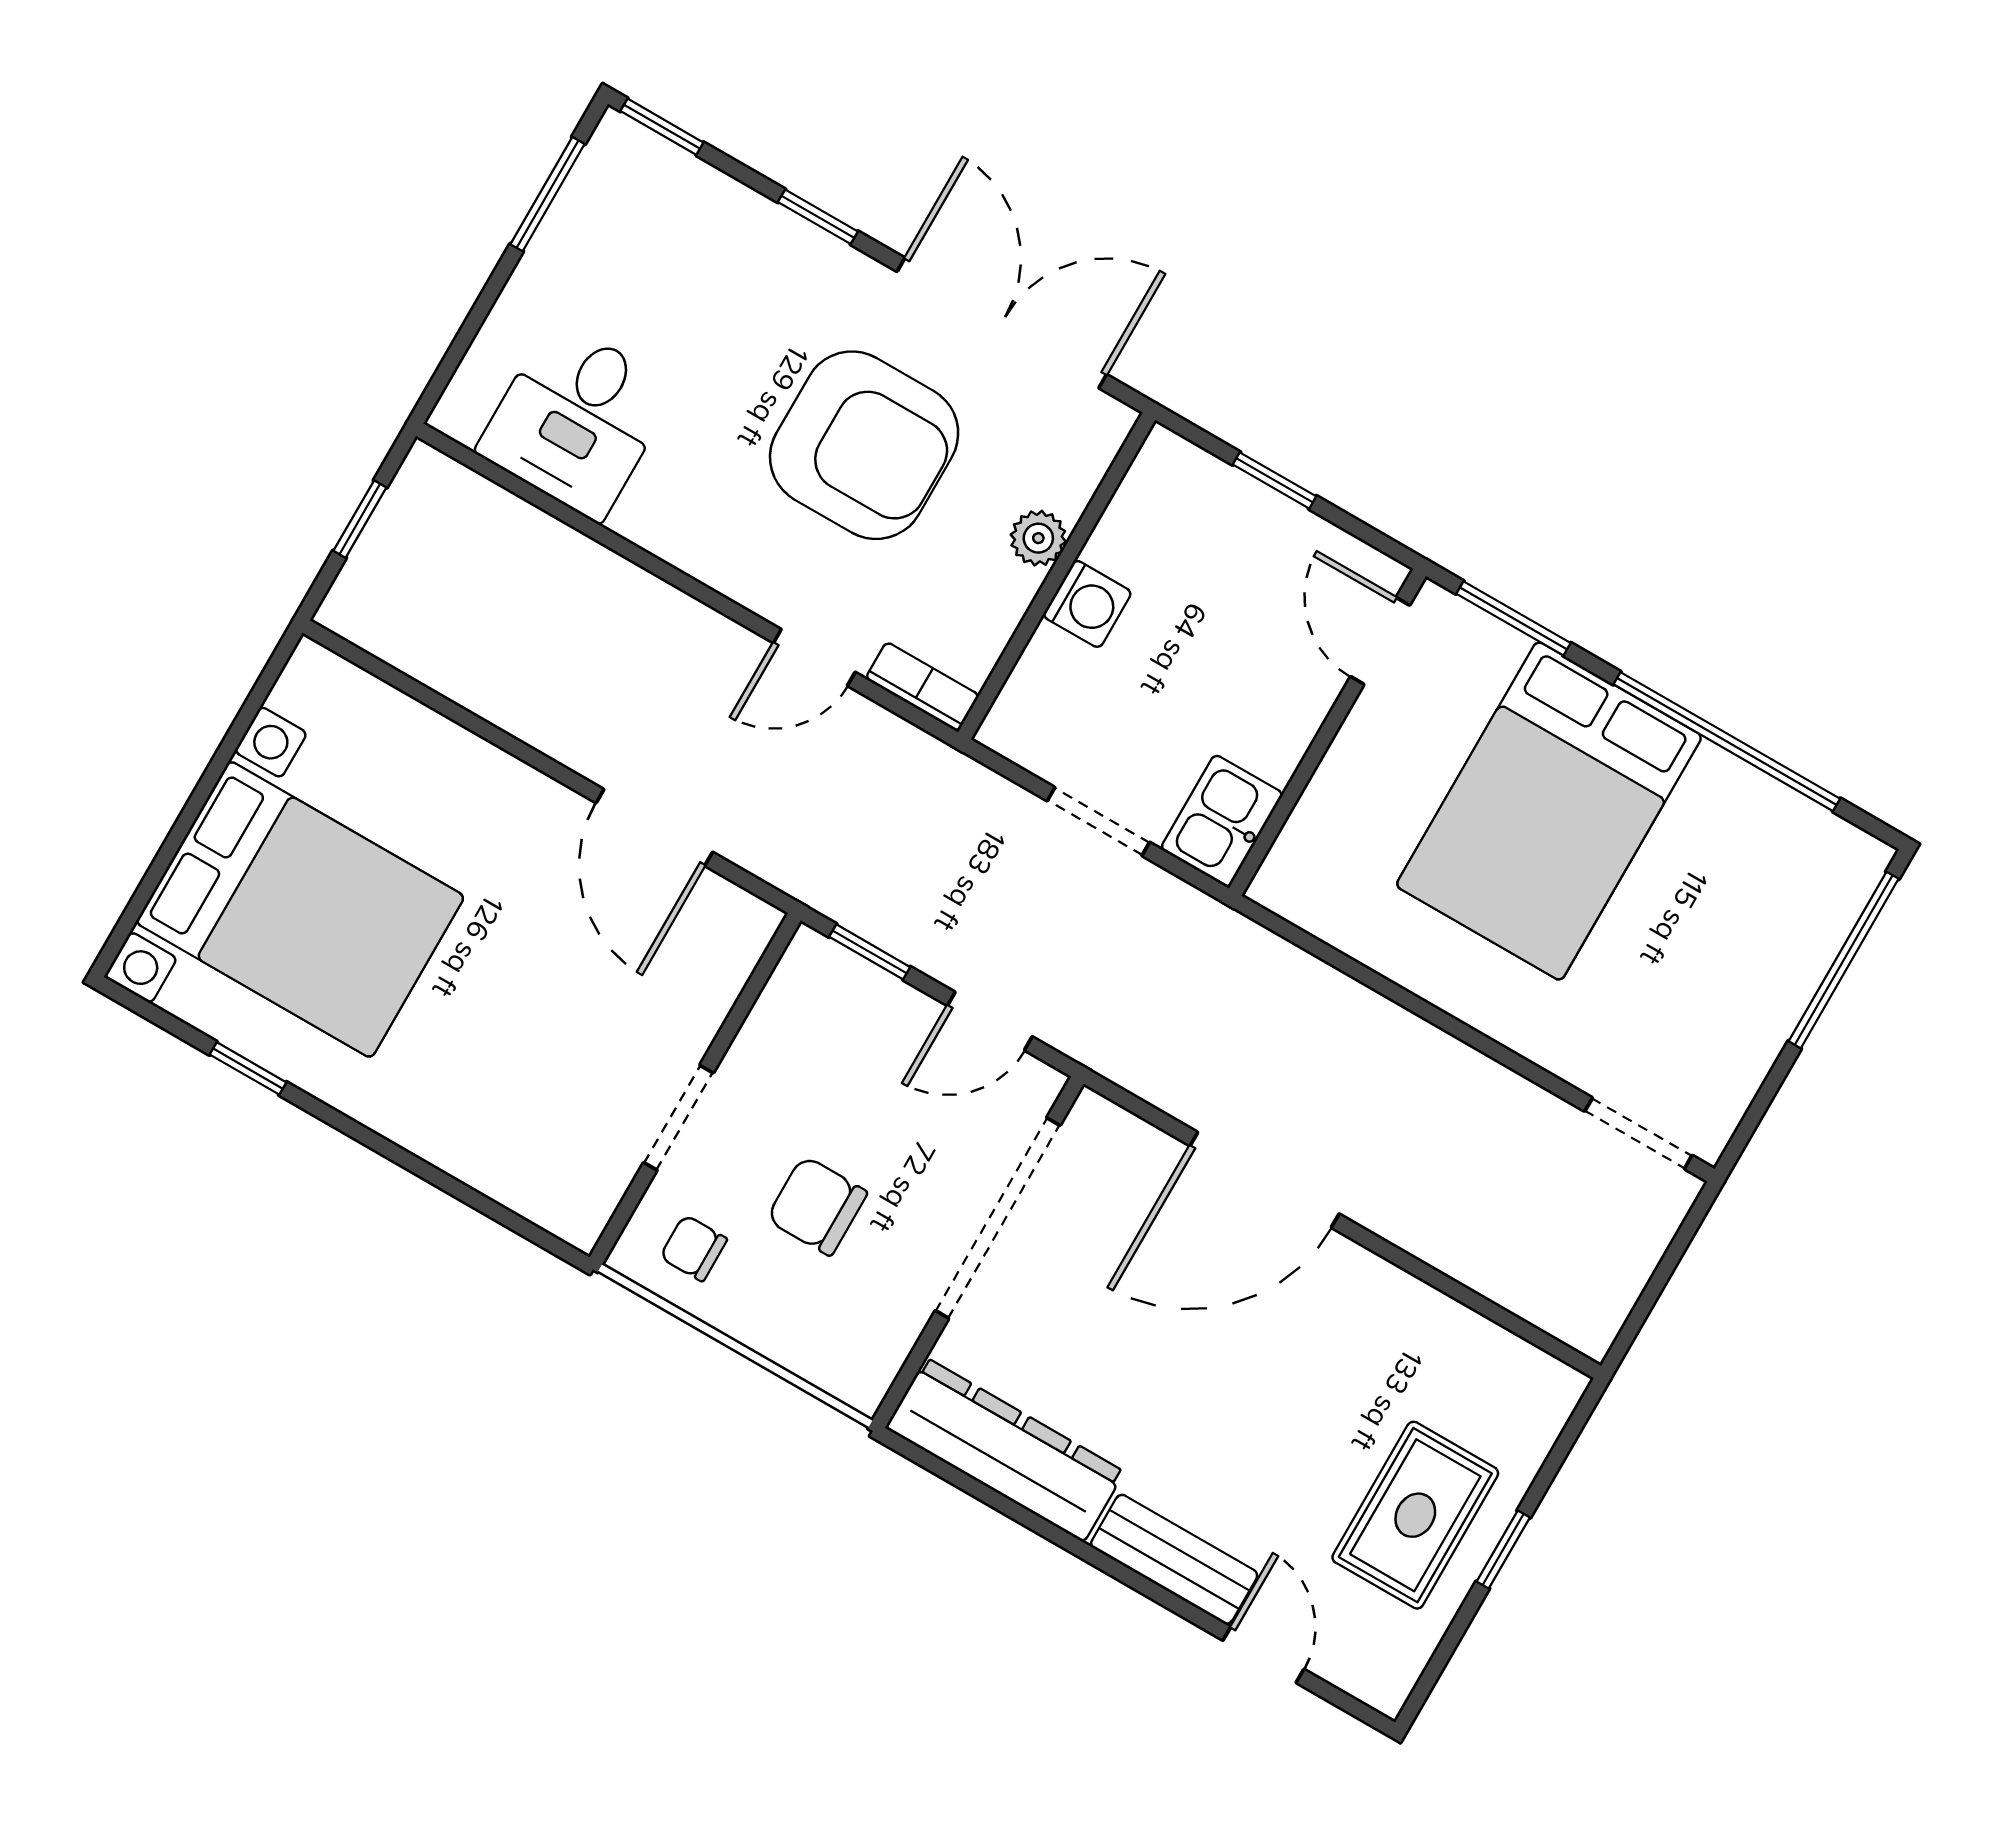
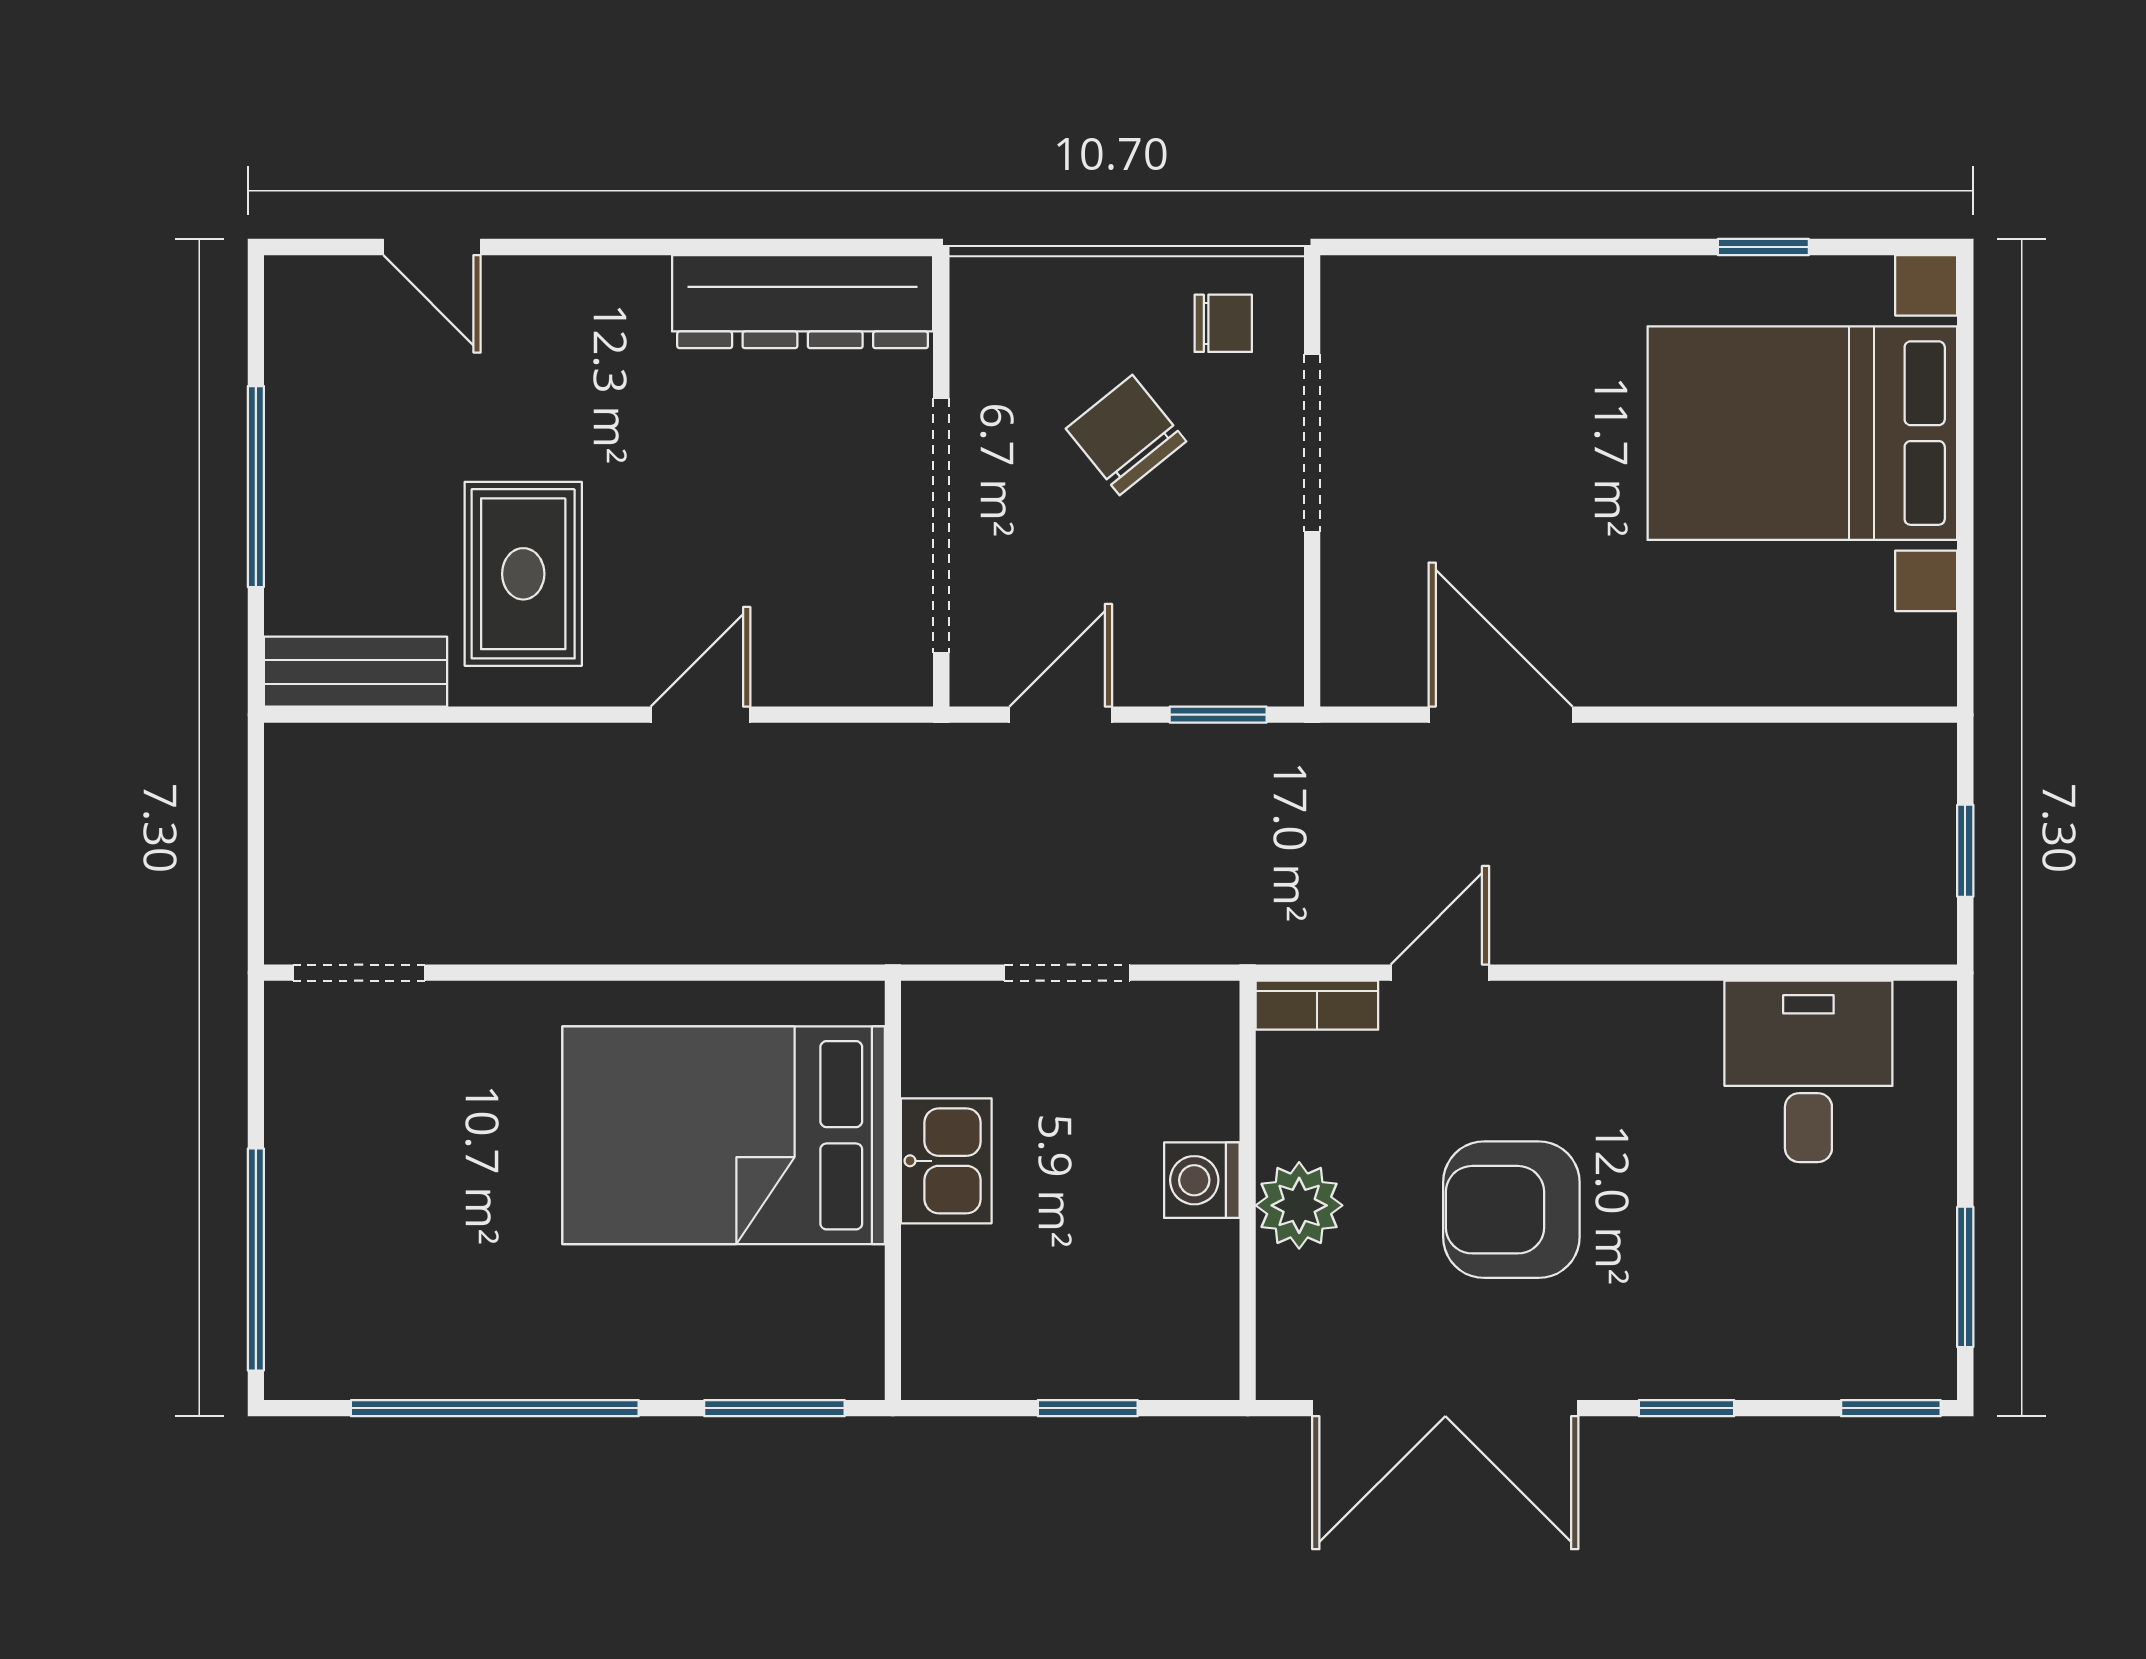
armchair: (864, 445) -> (1511, 1210), width x0.73, depth x0.73
plant: (1038, 538) -> (1299, 1205), width x1.38, depth x1.38
door: (1380, 641) -> (893, 1310), removed
bed: (1549, 811) -> (724, 1135), moved, turned -90
kitchen sink: (1222, 821) -> (946, 1161), moved
doorway: (678, 1118) -> (1312, 443), width x1.38
door: (1265, 1180) -> (701, 715), width x0.53
chair: (817, 1206) -> (1126, 435), turned -129
rug: (1415, 1515) -> (523, 574), moved
window: (1503, 1550) -> (256, 487), width x2.17
bench: (1174, 1559) -> (356, 672), moved

